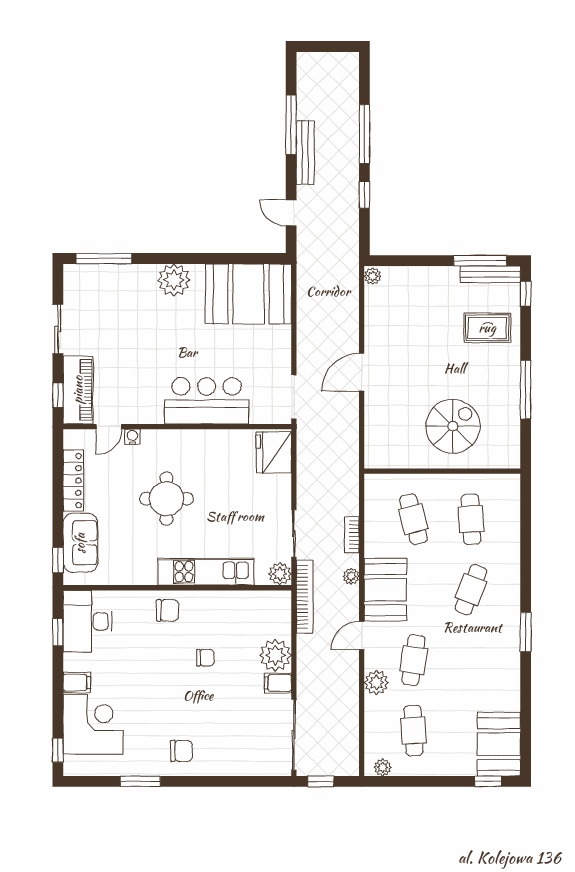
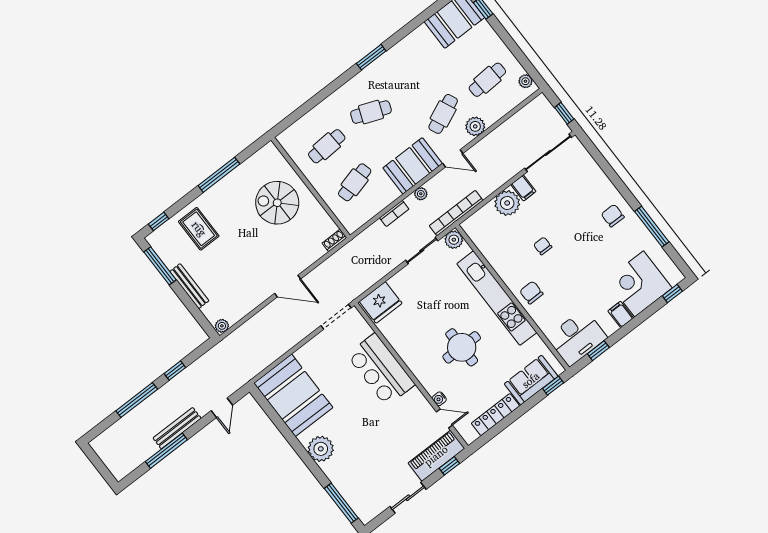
bench: (490, 274) -> (189, 286), moved
shoe rack: (371, 454) -> (334, 240), added
kitchen unit: (206, 572) -> (497, 298), width x1.36
cafe table: (413, 660) -> (443, 114), turned -33
window: (140, 781) -> (652, 227), width x1.44

